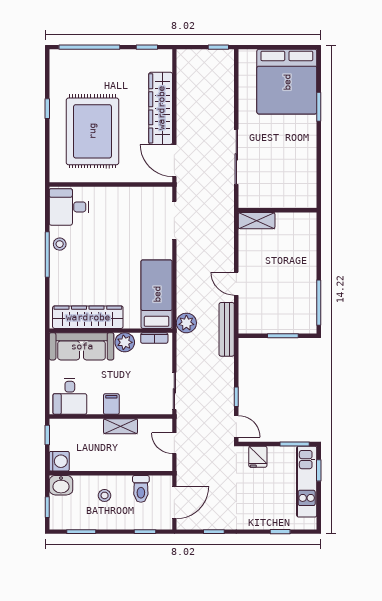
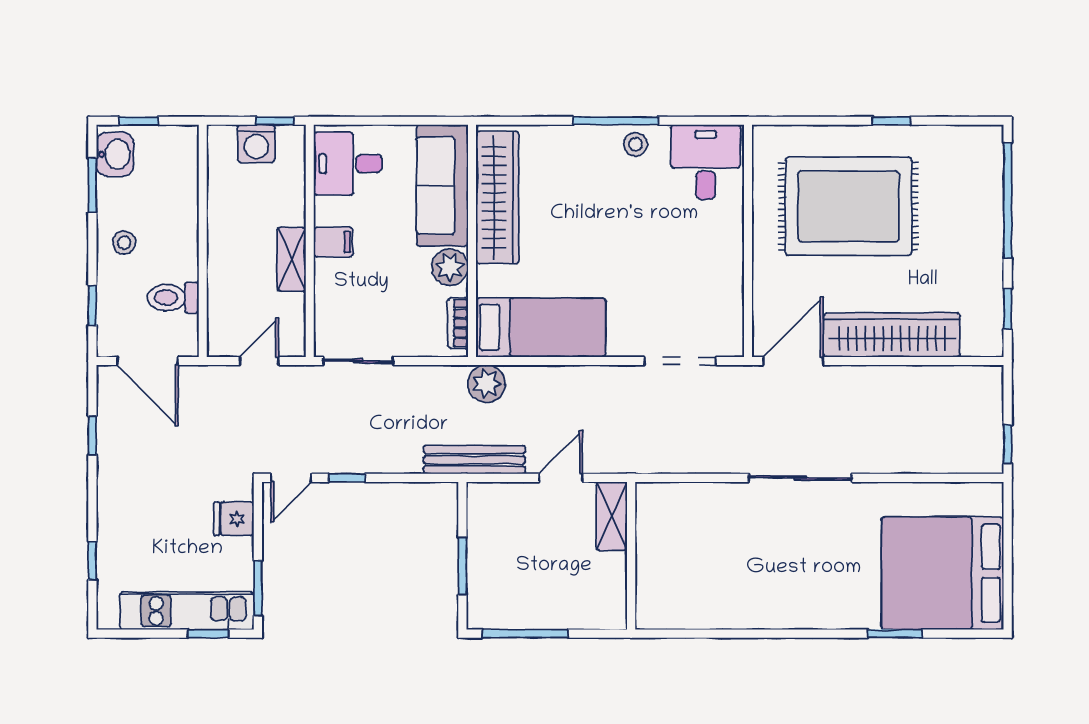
wall: (278, 210) -> (631, 556), moved
shelving: (257, 221) -> (612, 516), moved
washing machine: (59, 461) -> (256, 144), moved
washbasin: (61, 485) -> (115, 154), moved, turned 180
stool: (105, 495) -> (124, 243), moved

